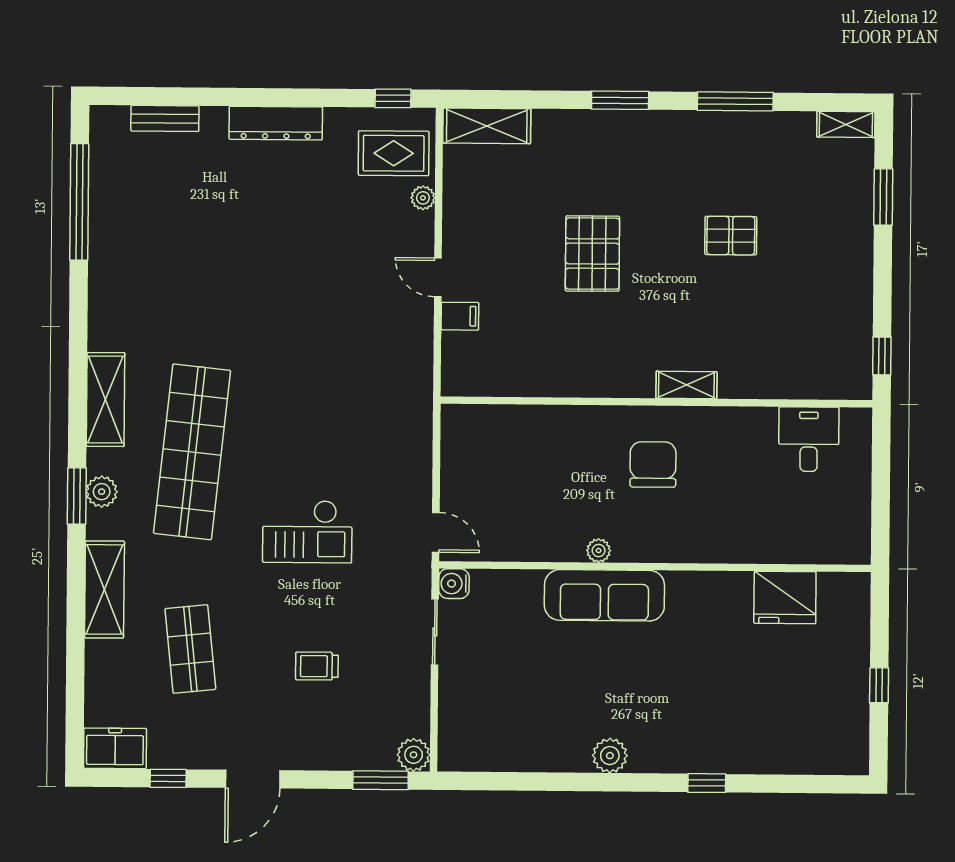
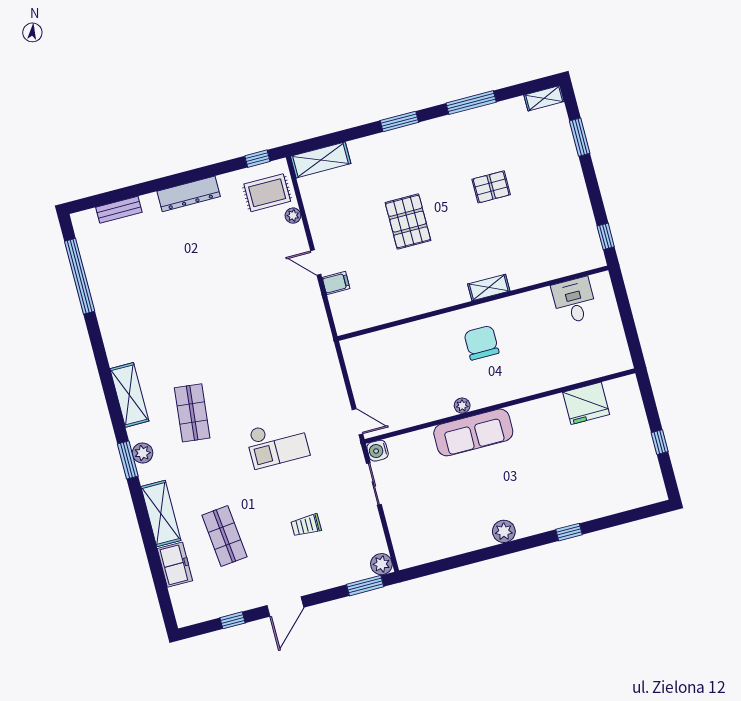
shop shelf: (192, 452) -> (192, 413), width x0.50, depth x0.74
freezer: (115, 748) -> (175, 565), moved, turned 90

